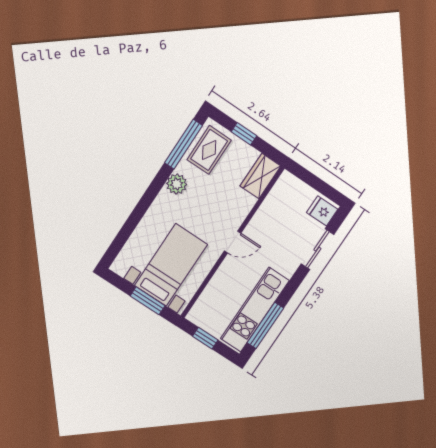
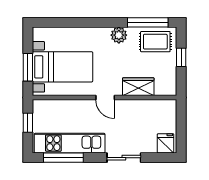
wardrobe: (260, 176) -> (138, 87), moved
sliding door: (317, 249) -> (124, 158), moved

